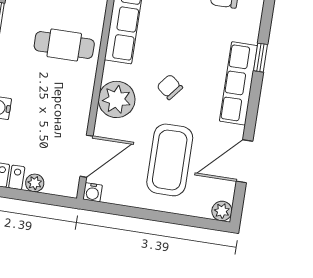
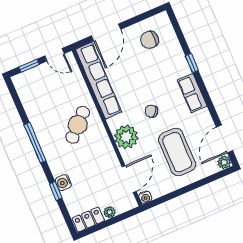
cafe table: (64, 45) -> (78, 125), turned -44
row of seats: (239, 83) -> (192, 93), width x0.68
door: (244, 161) -> (225, 139), moved

